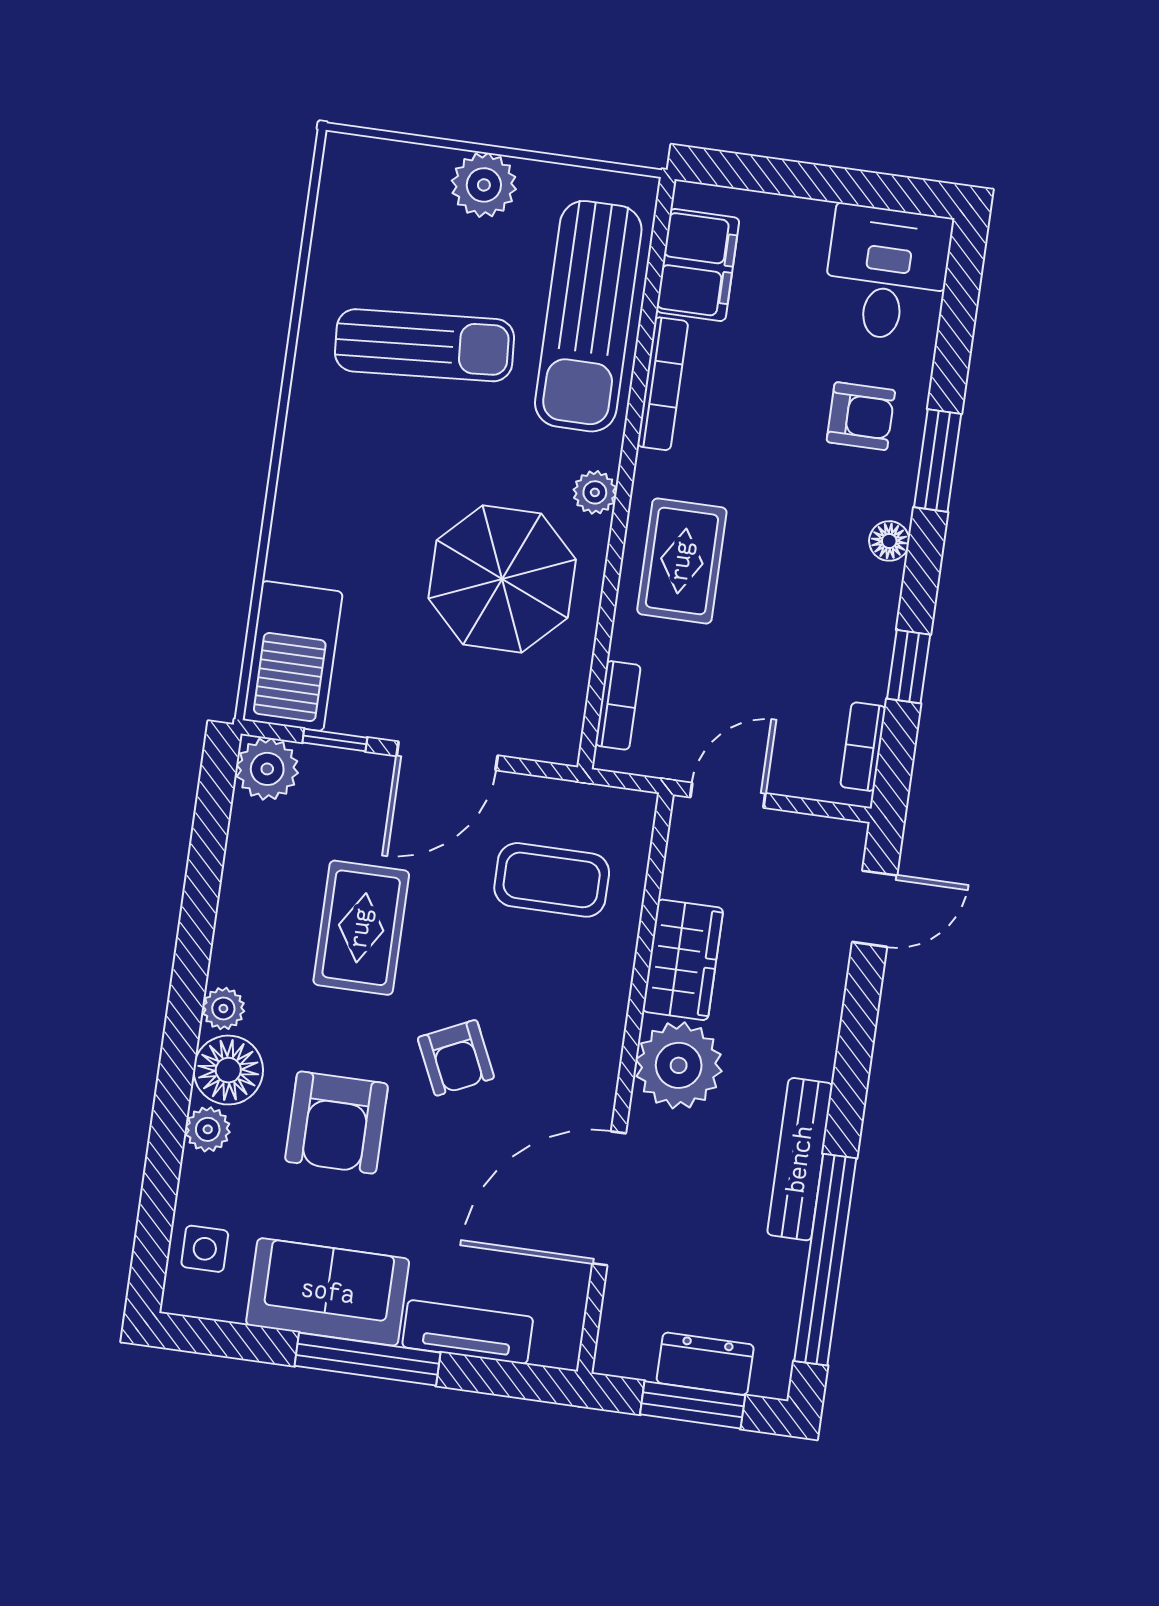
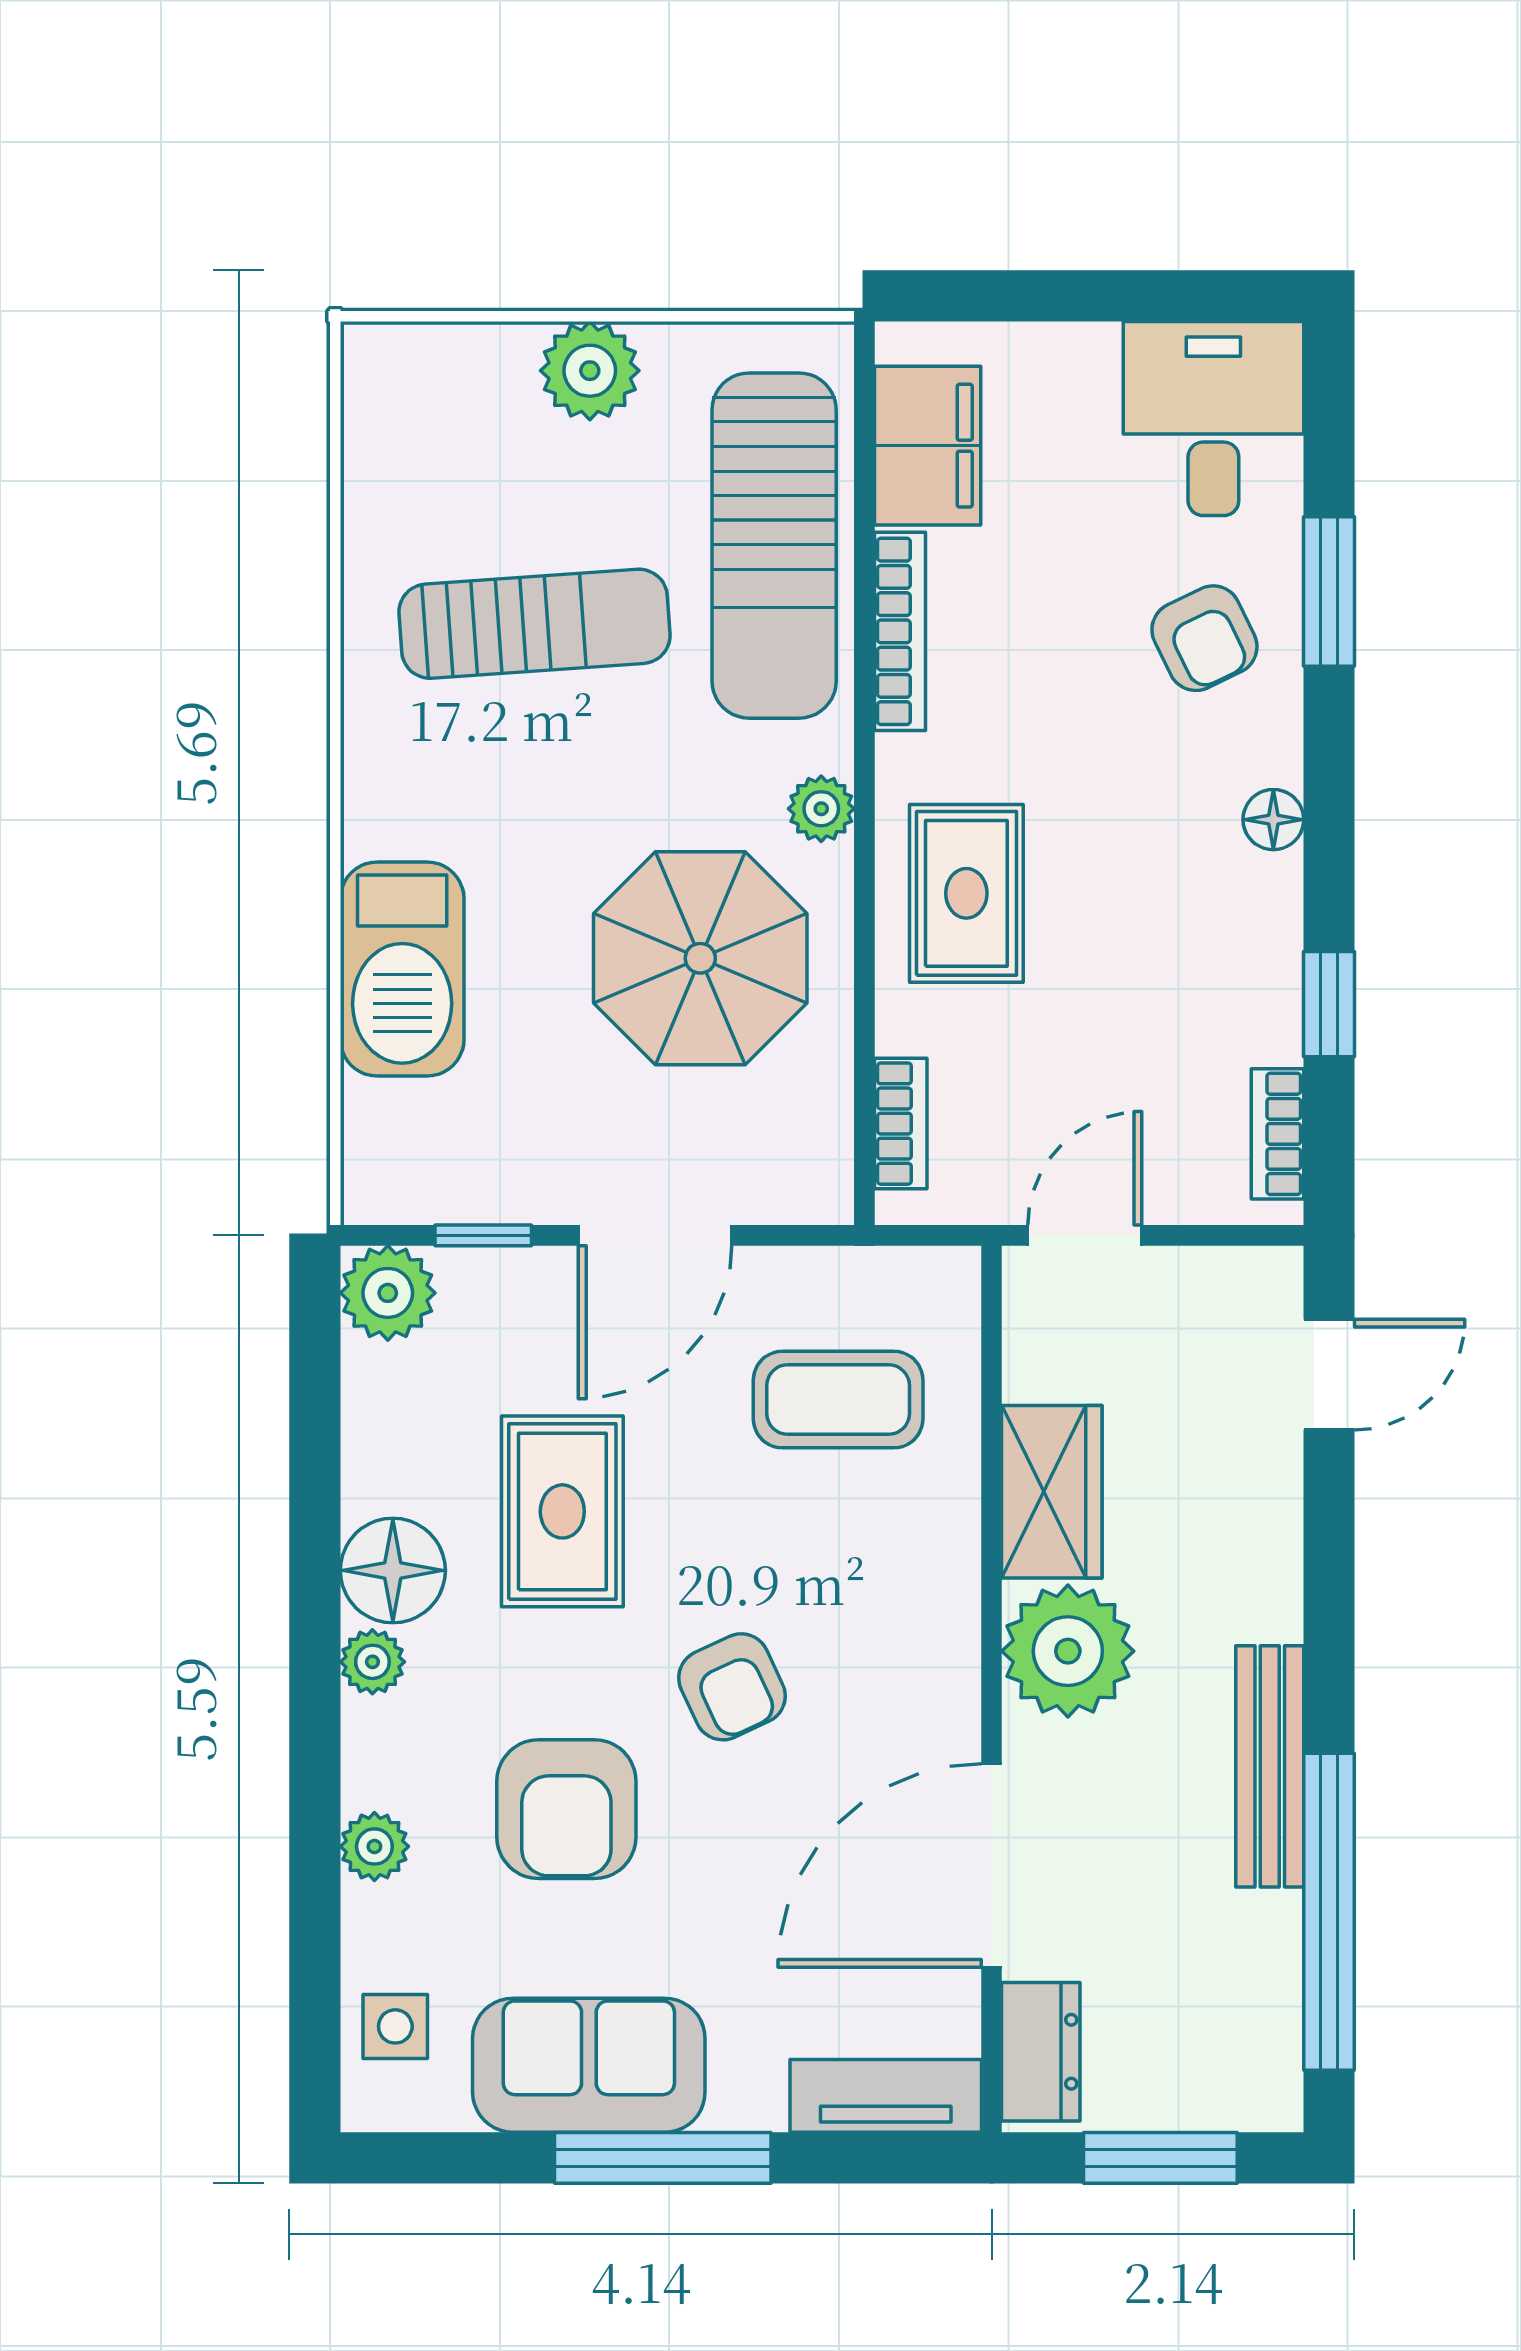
armchair: (861, 416) -> (1204, 638), turned 64
window: (938, 460) -> (1329, 591), moved
barbecue: (293, 656) -> (402, 969), moved
floor lamp: (228, 1070) -> (393, 1570), moved
tv unit: (468, 1332) -> (886, 2096), moved
dresser: (705, 1364) -> (1041, 2052), moved, turned 90

